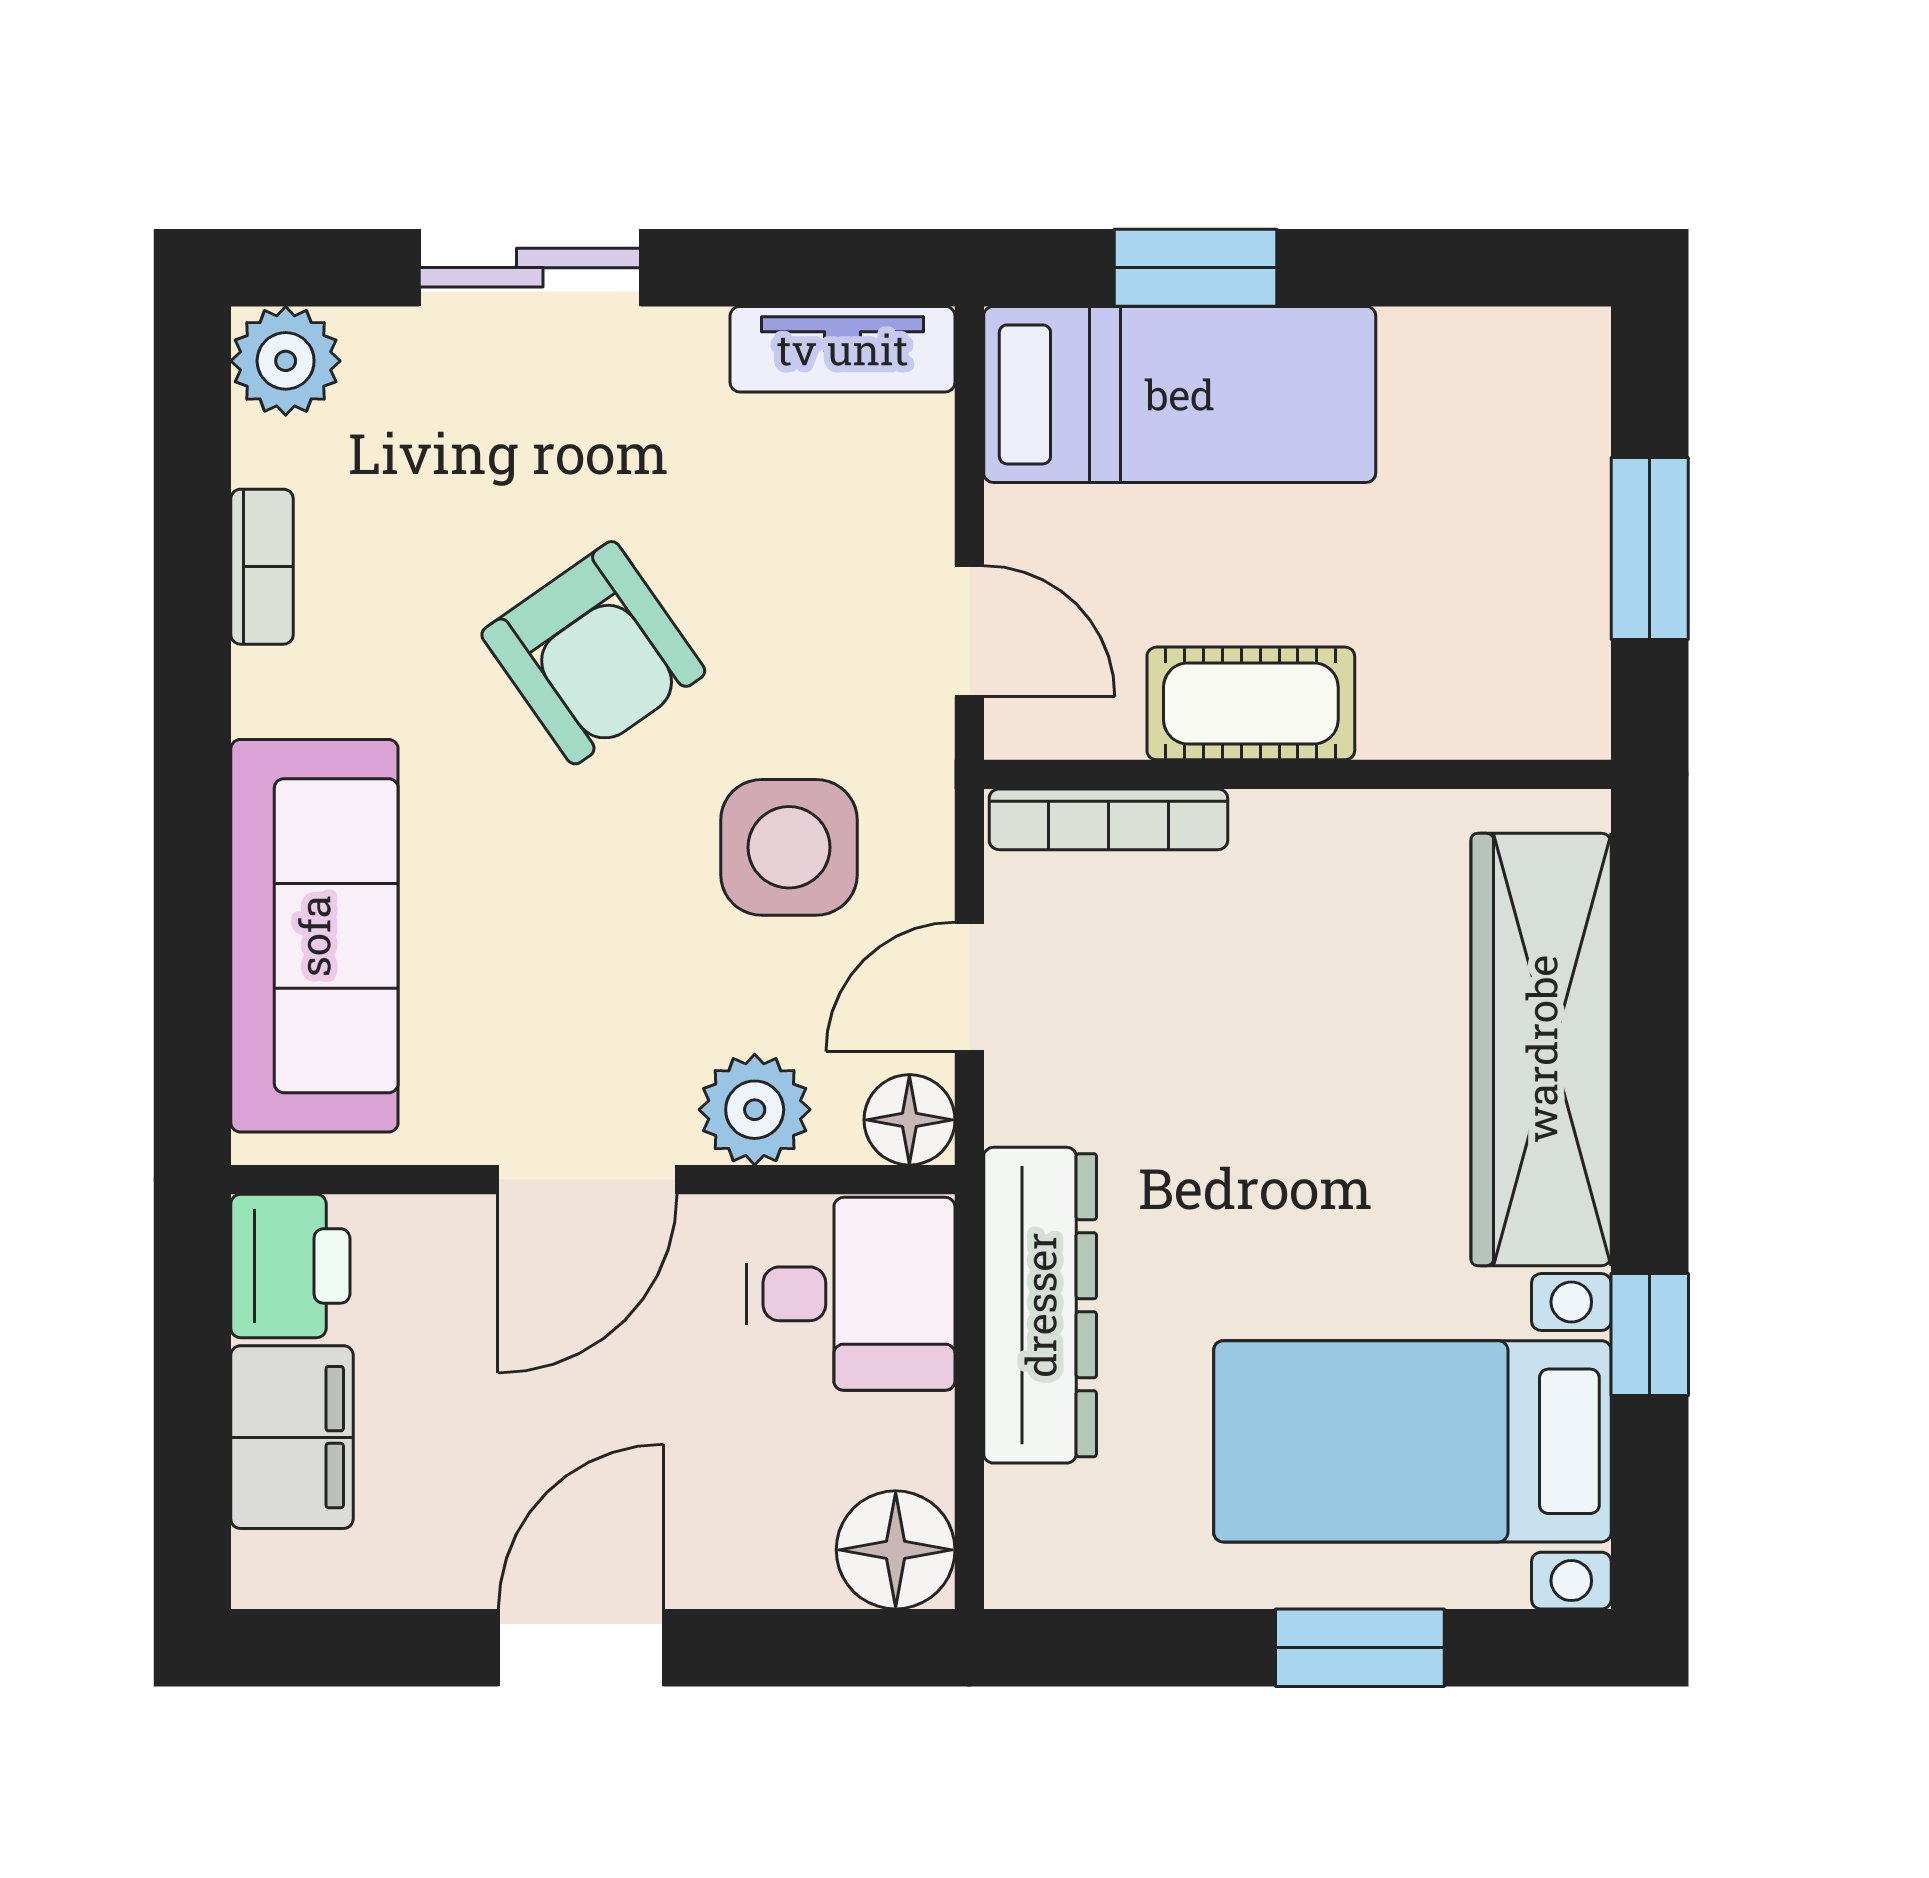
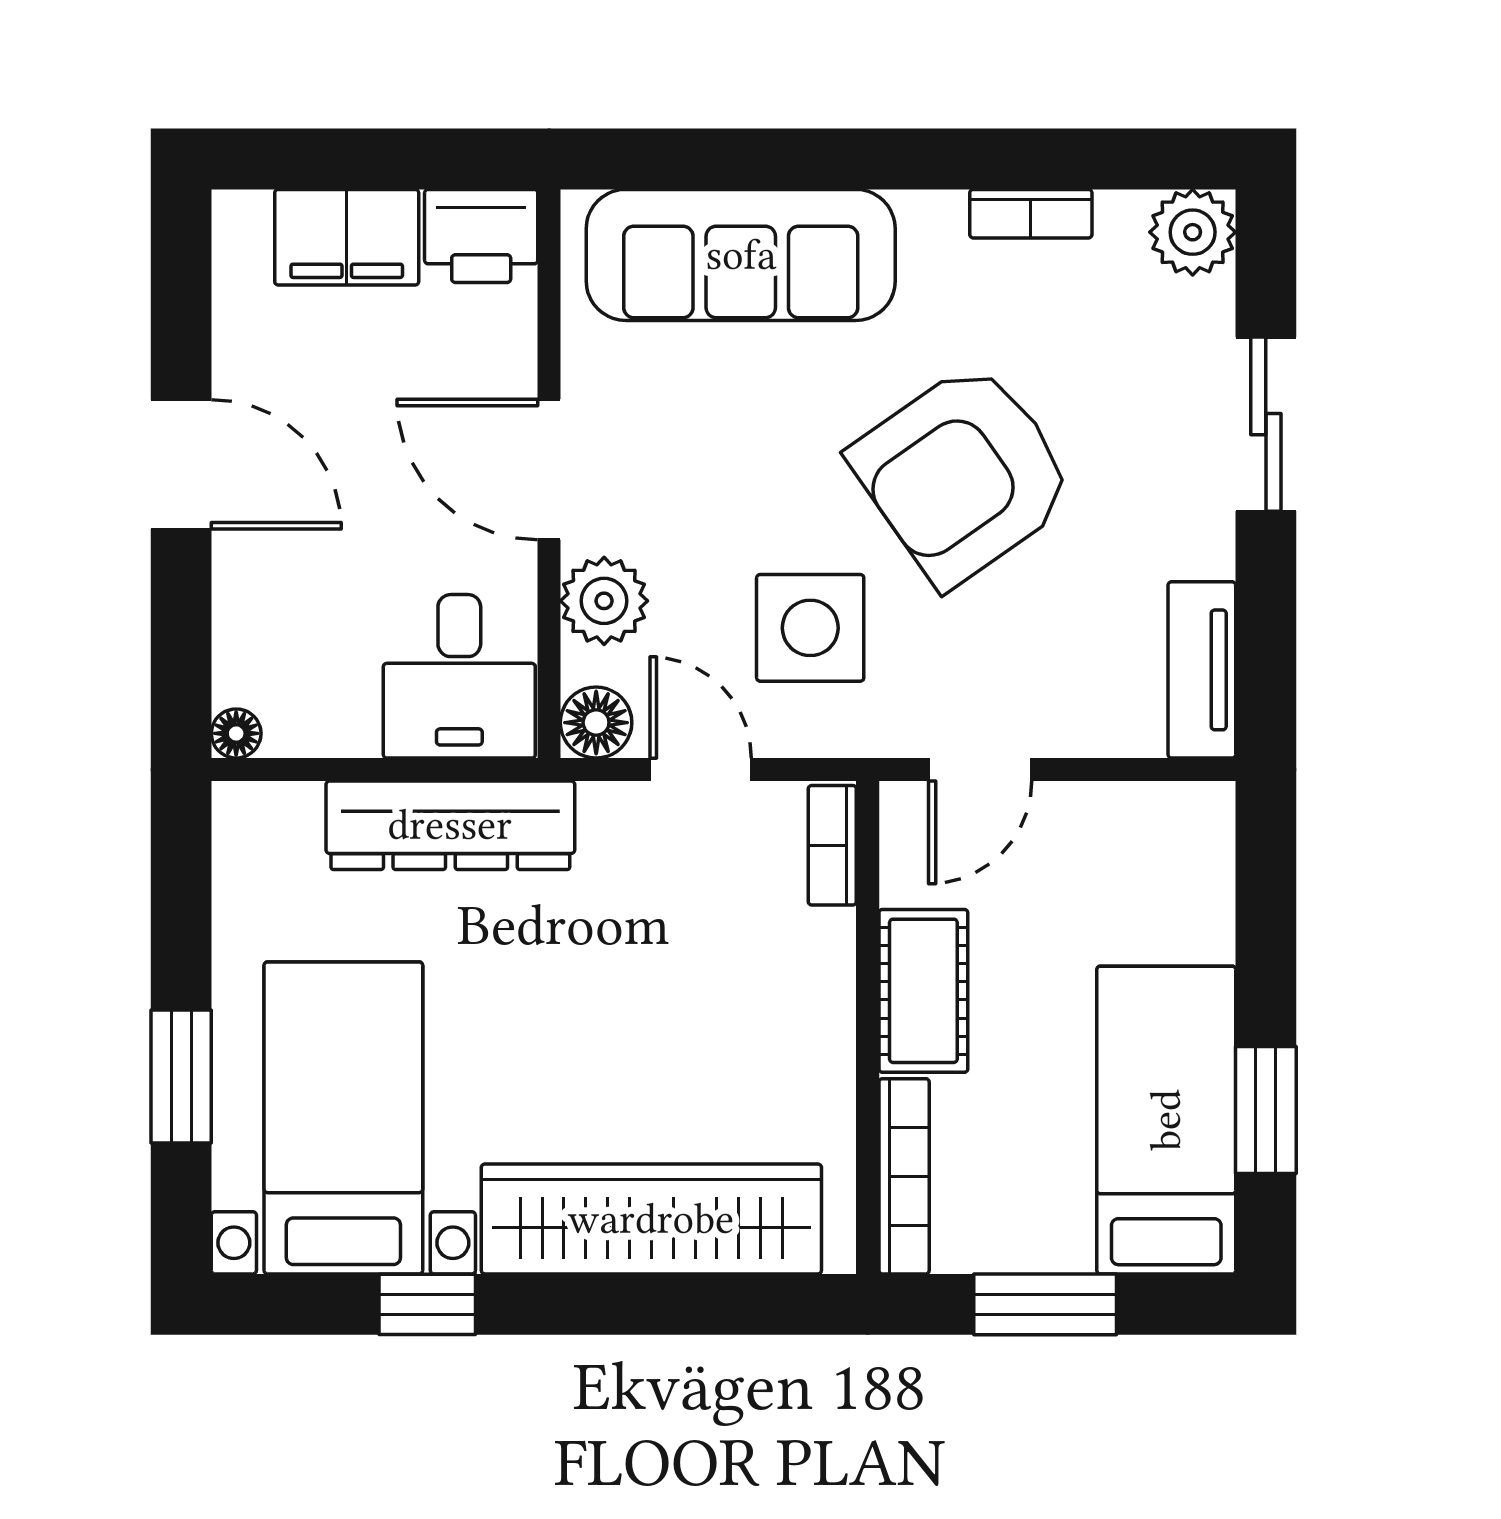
window: (1196, 268) -> (1266, 1110), moved
bed: (1180, 394) -> (1166, 1120), moved, turned 180
armchair: (593, 653) -> (963, 474), width x1.36, depth x1.36
bookcase: (1487, 728) -> (904, 1176), added
bookcase: (1108, 819) -> (832, 845), width x0.64
floor lamp: (896, 1550) -> (236, 733), width x0.53, depth x0.53

